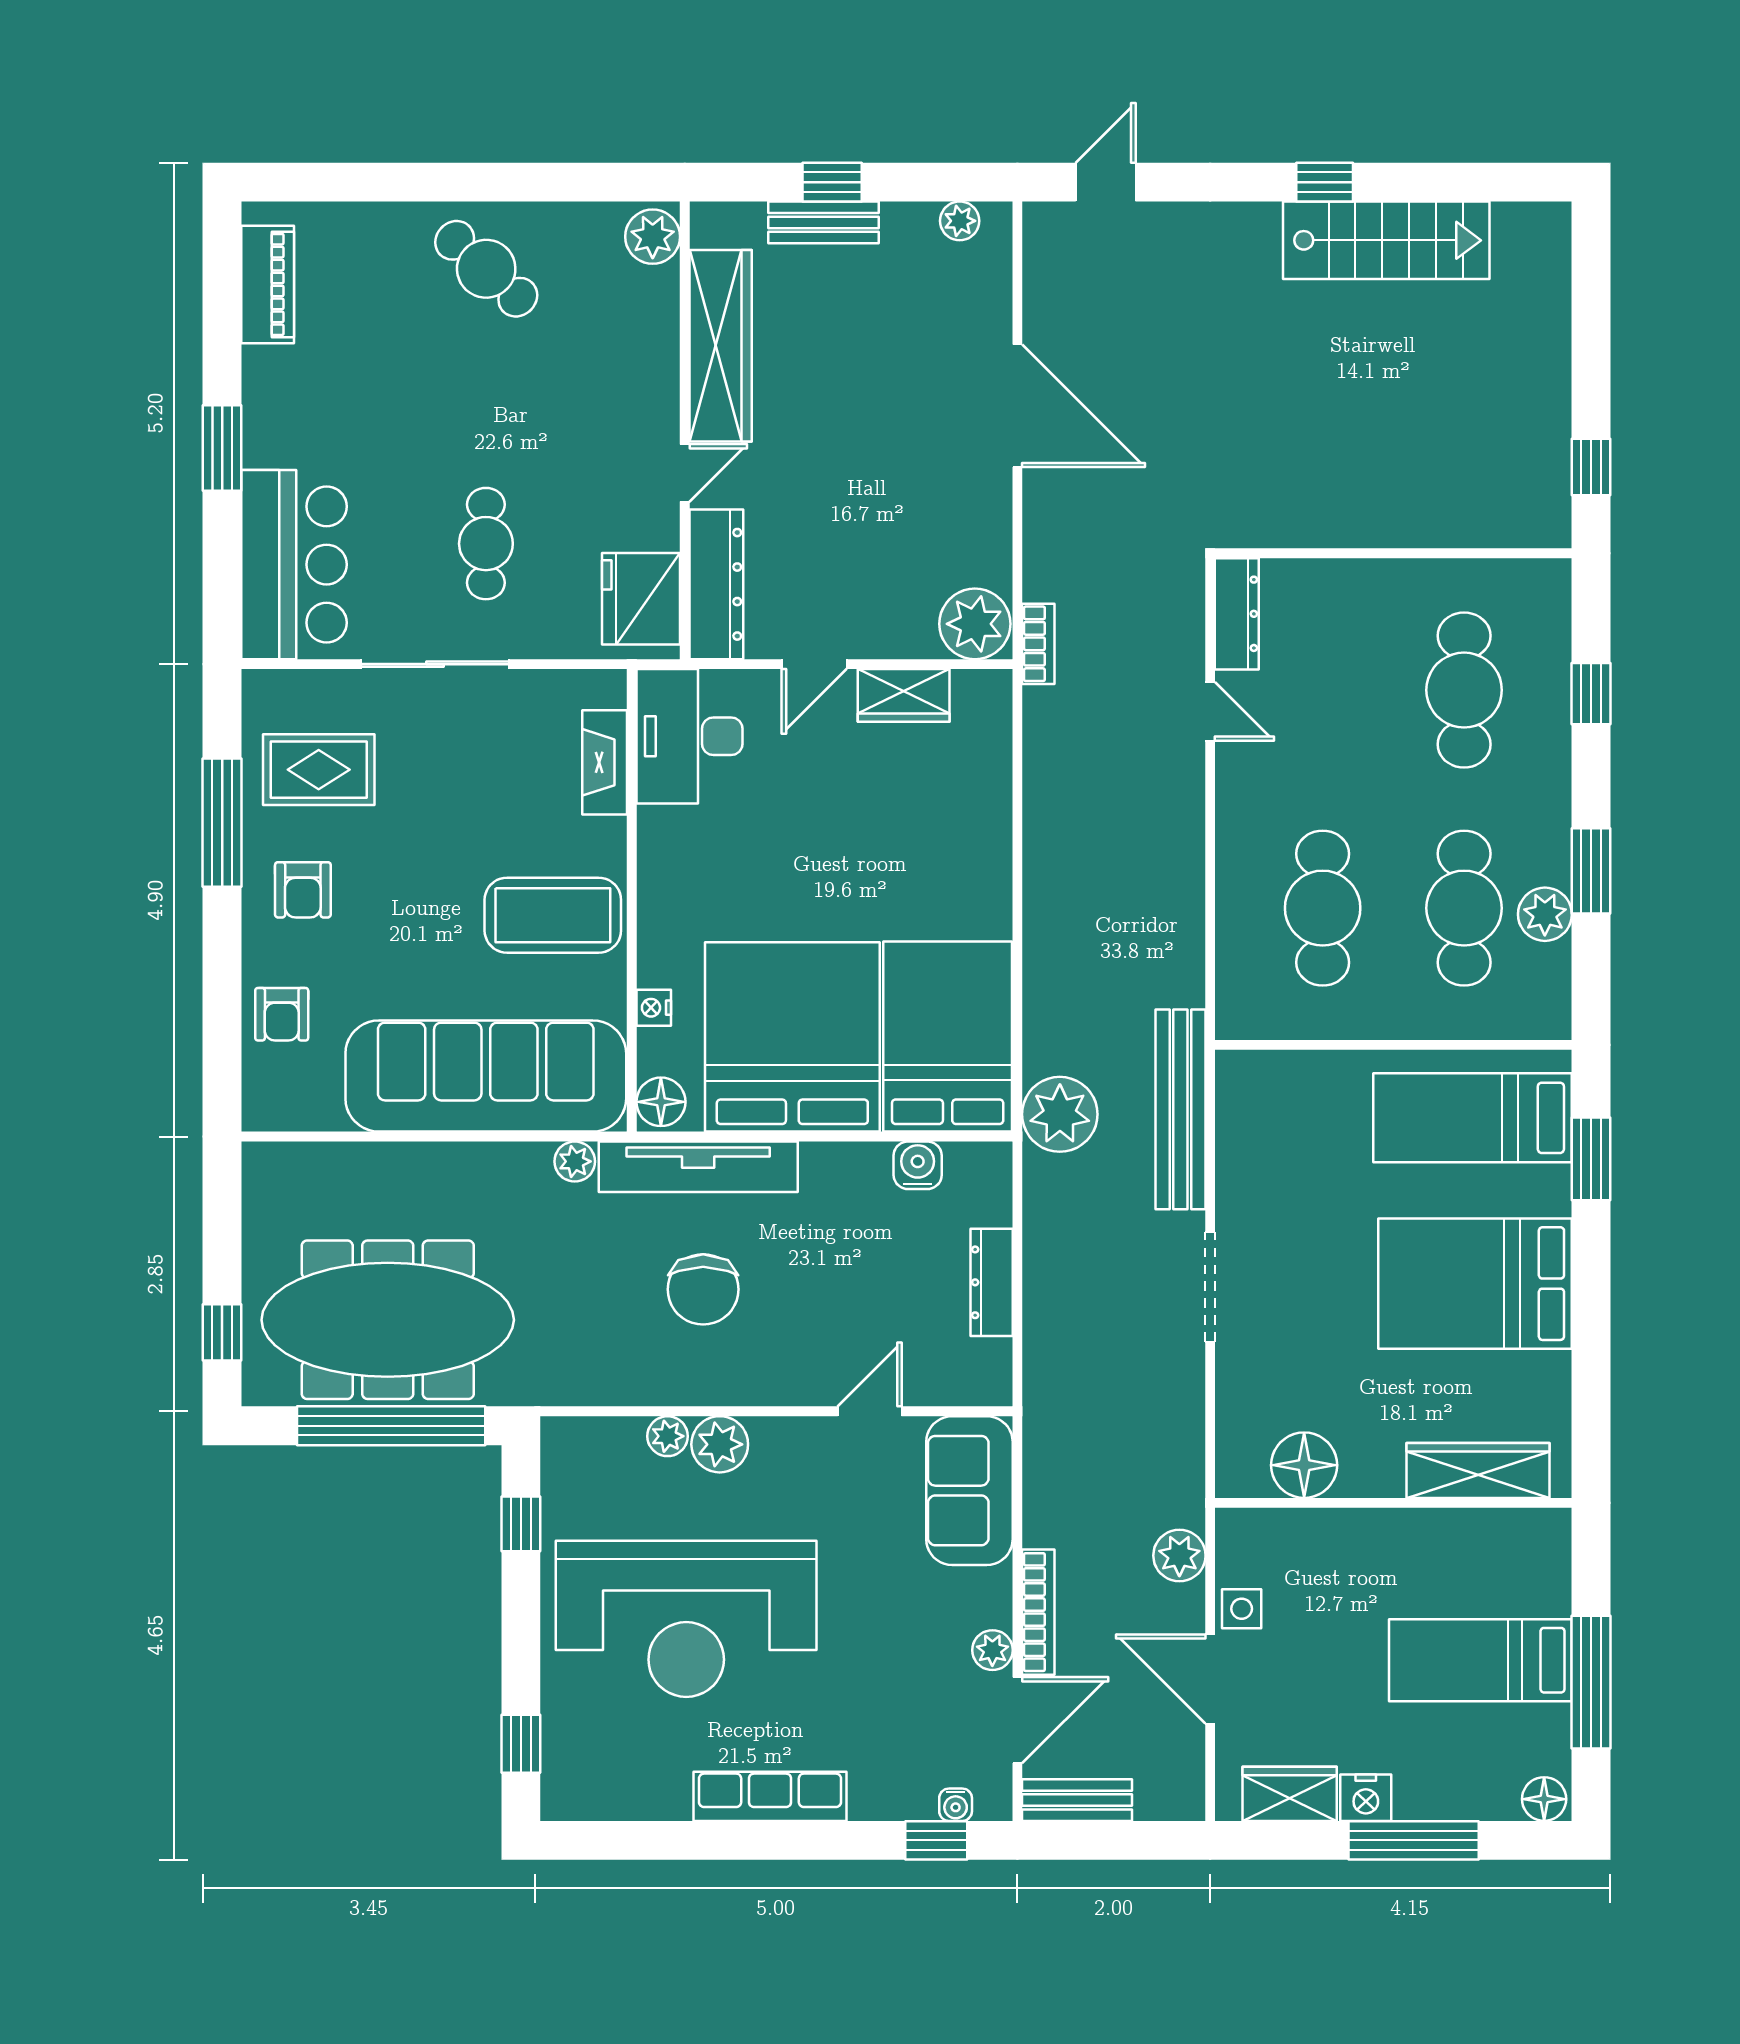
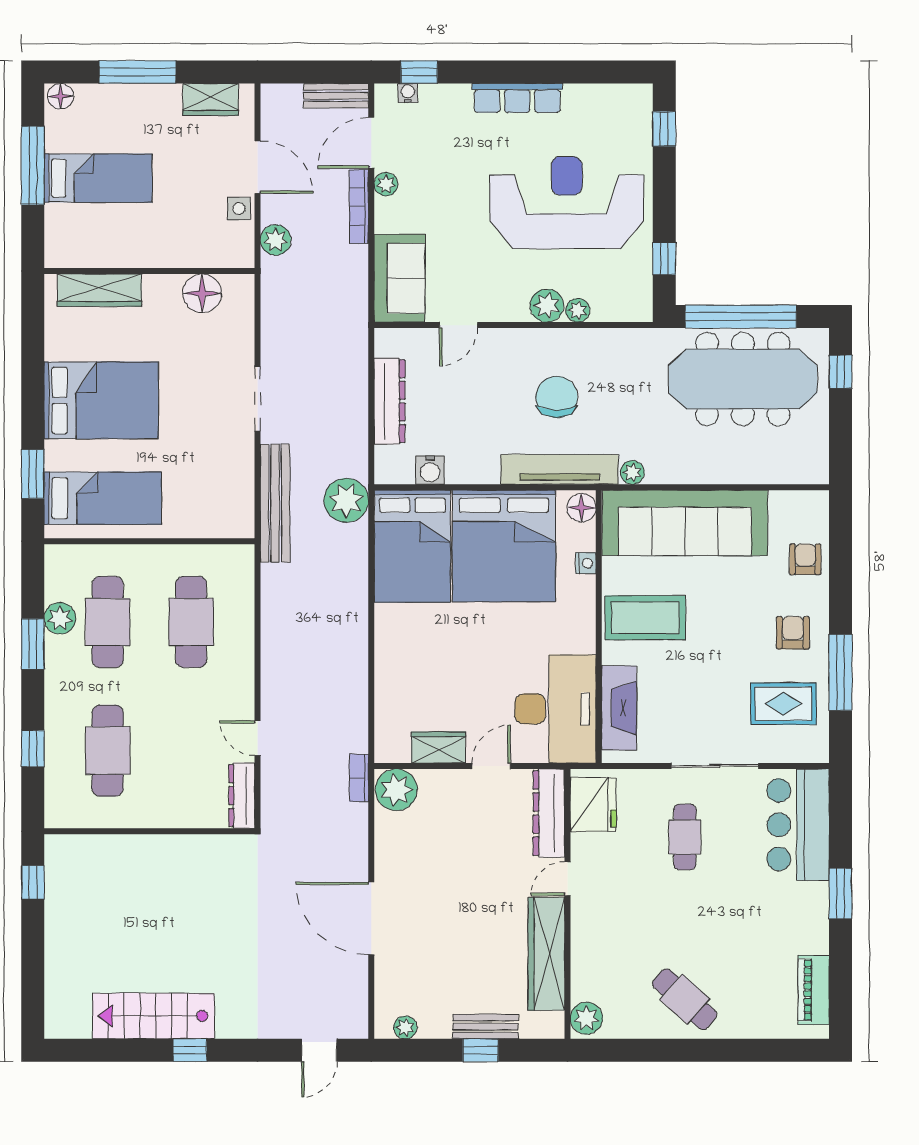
desk: (689, 736) -> (555, 709), width x1.36, depth x1.30
fireplace: (605, 762) -> (619, 708), width x1.37, depth x1.32
dresser: (992, 1282) -> (390, 401), width x1.37, depth x1.24
nightstand: (1366, 1798) -> (166, 97), removed

